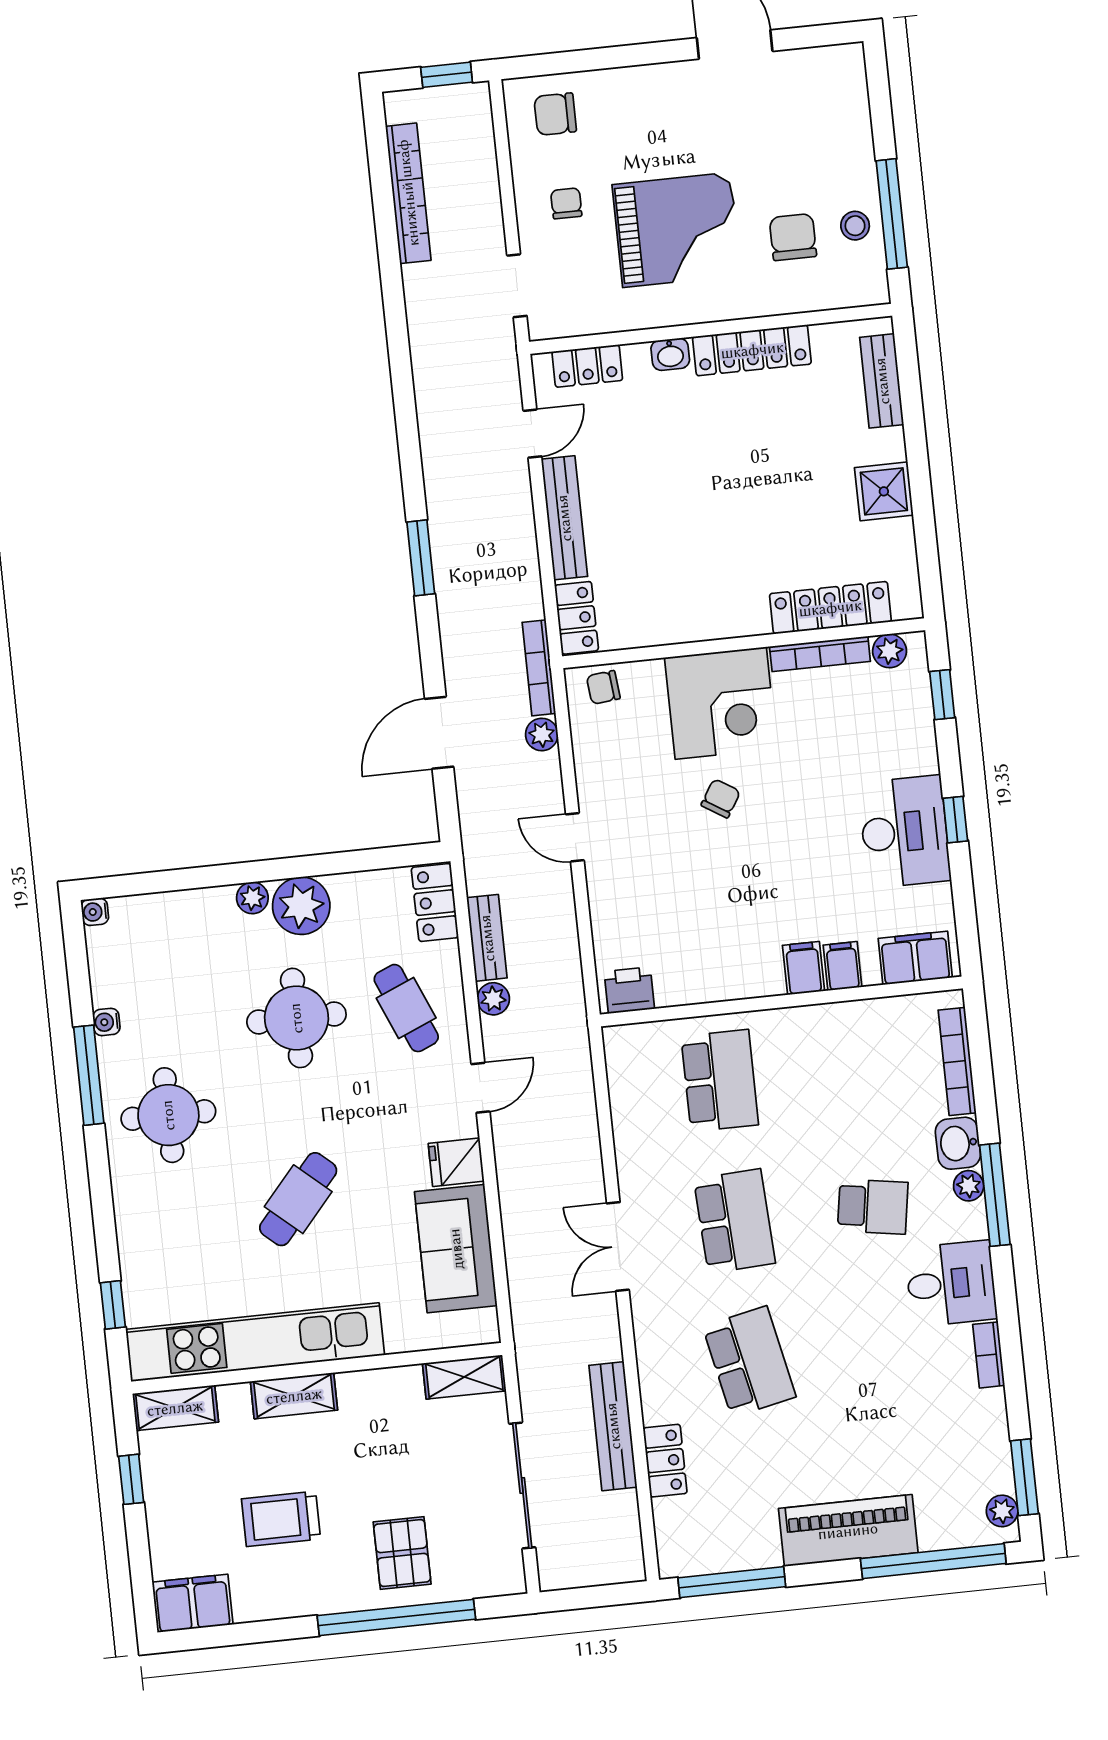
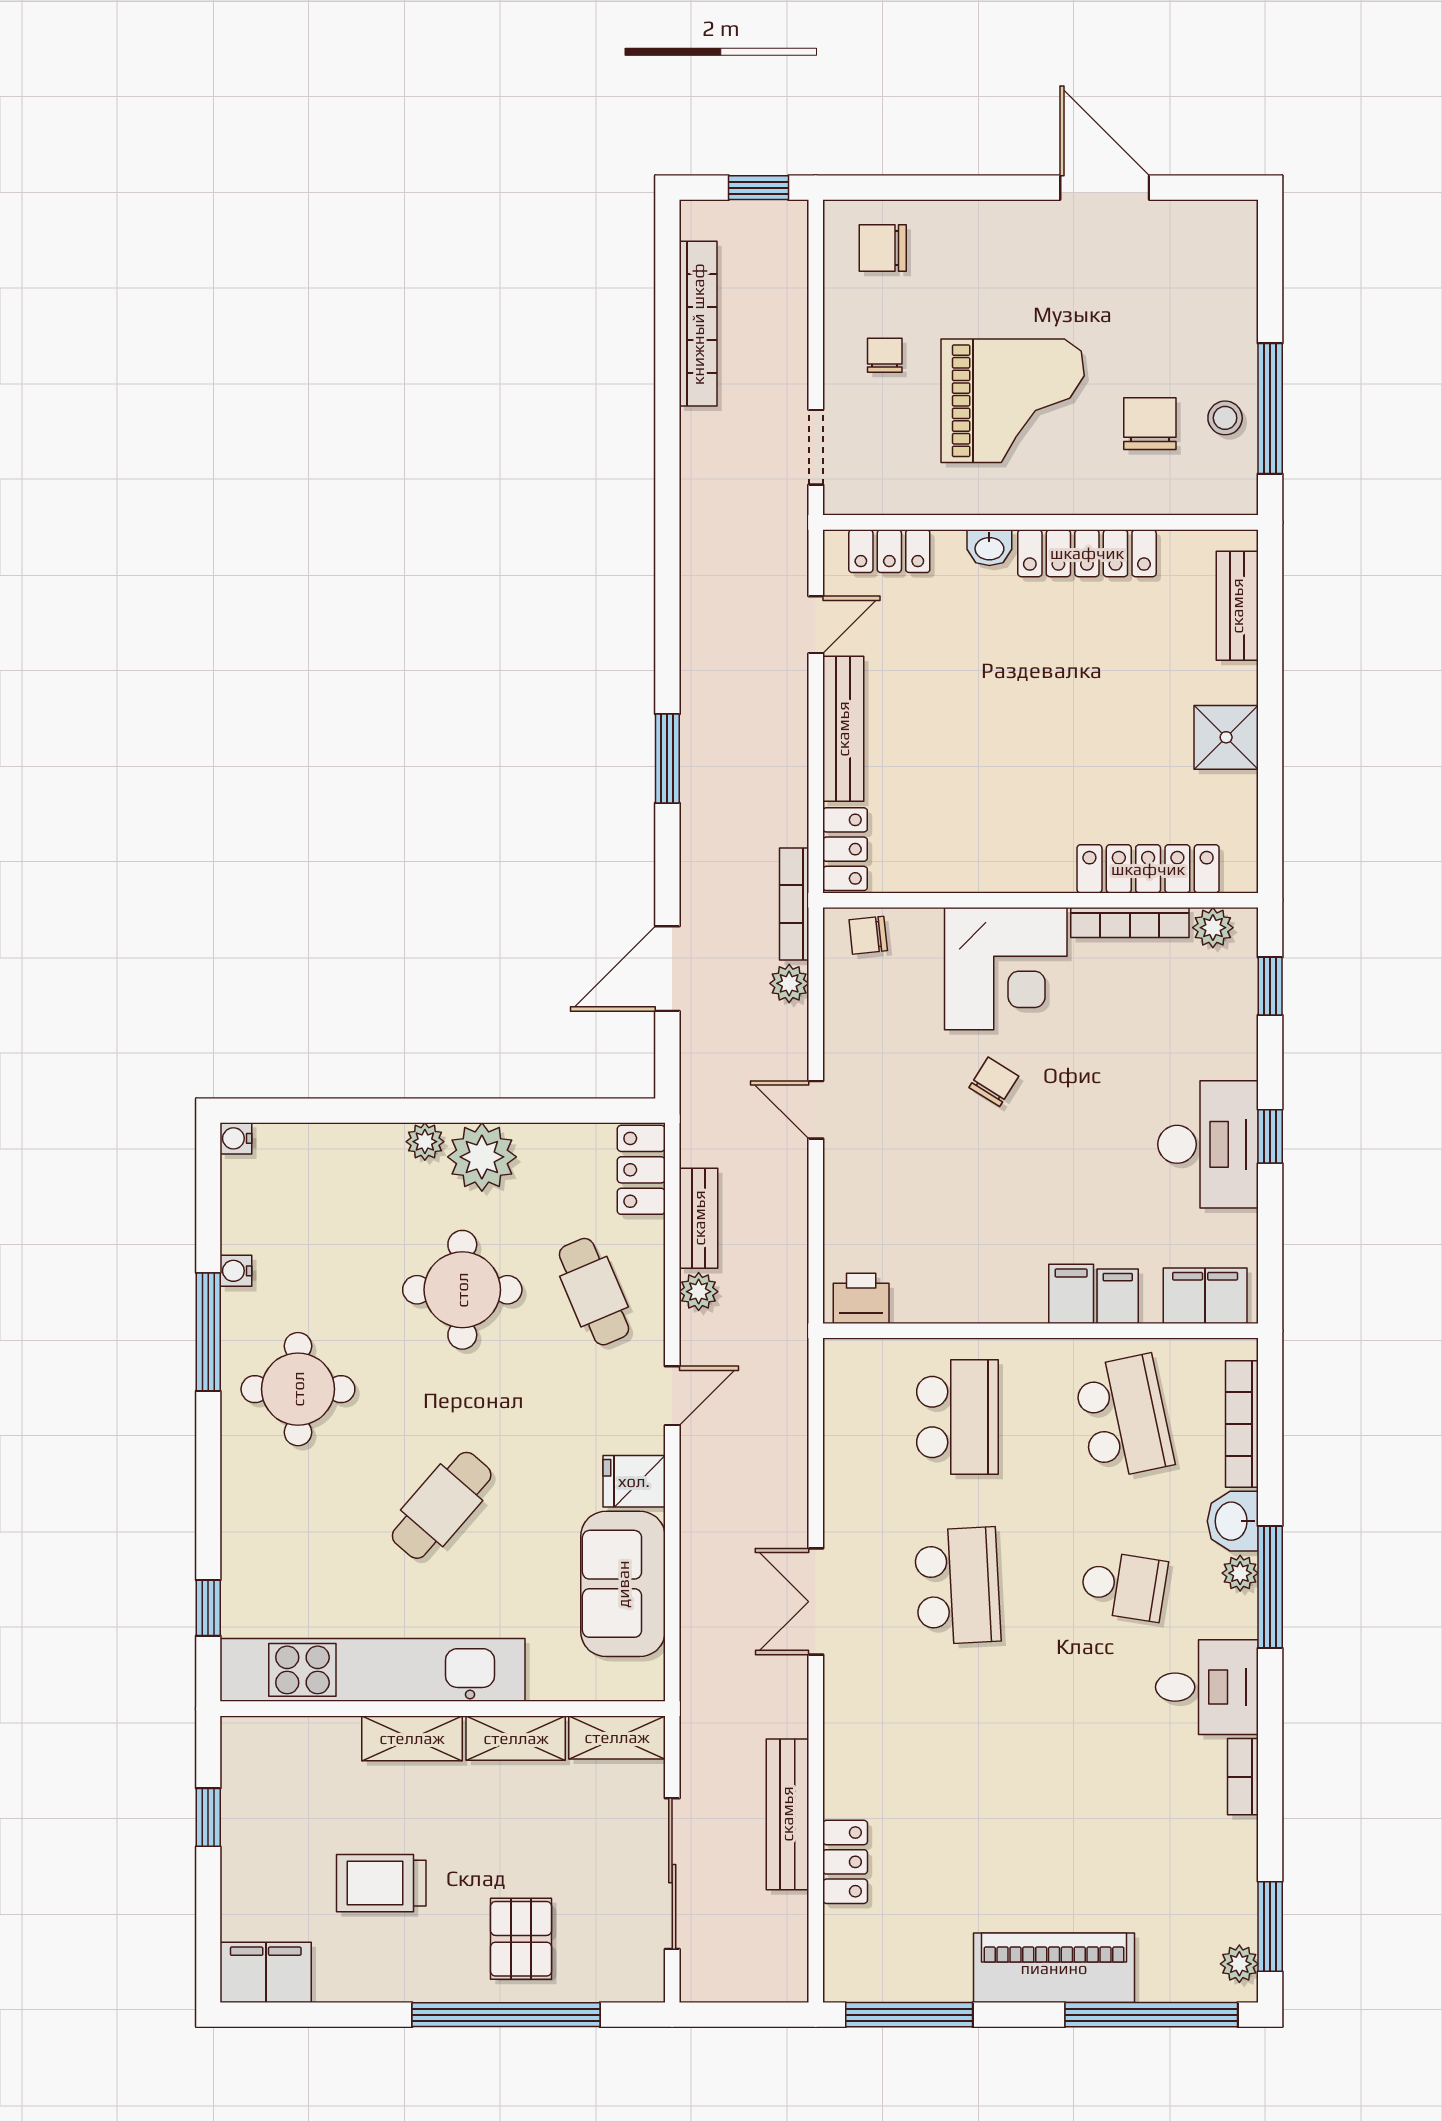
school desk: (749, 1362) -> (1124, 1417), moved
shelving: (175, 1408) -> (516, 1738), moved

